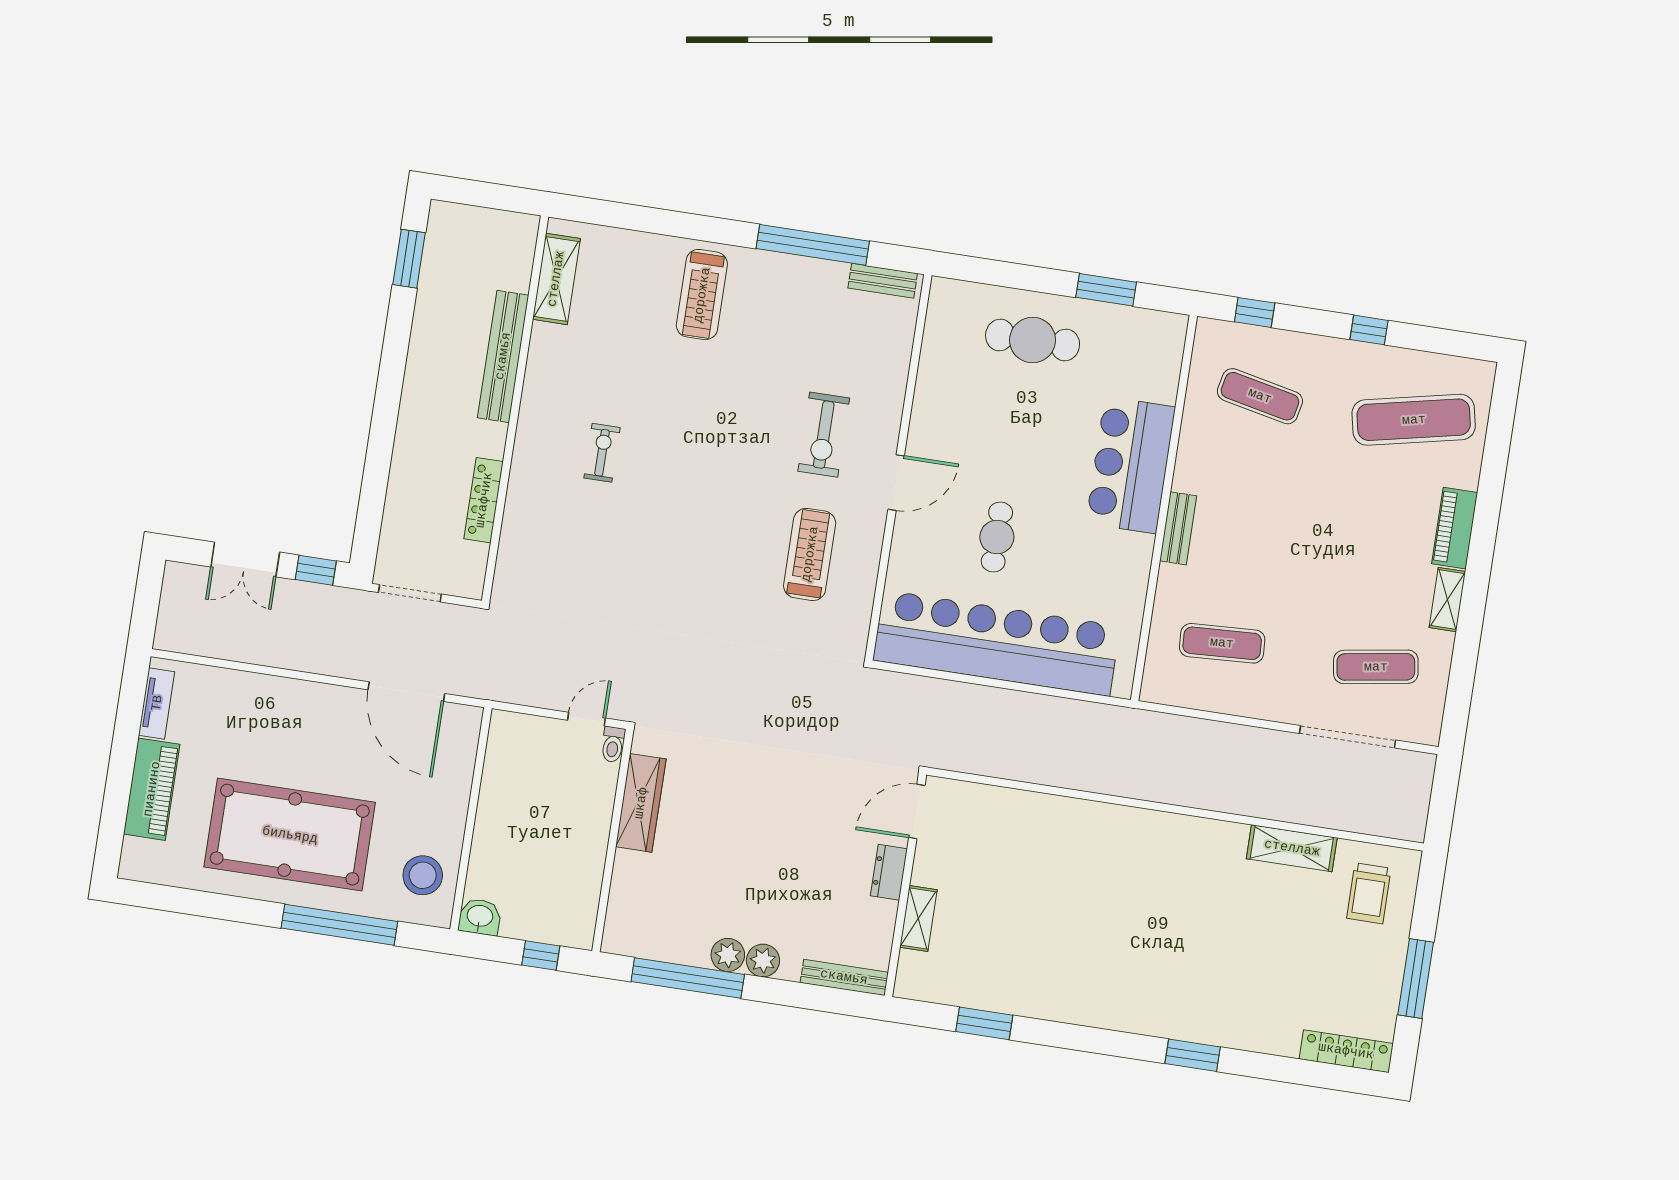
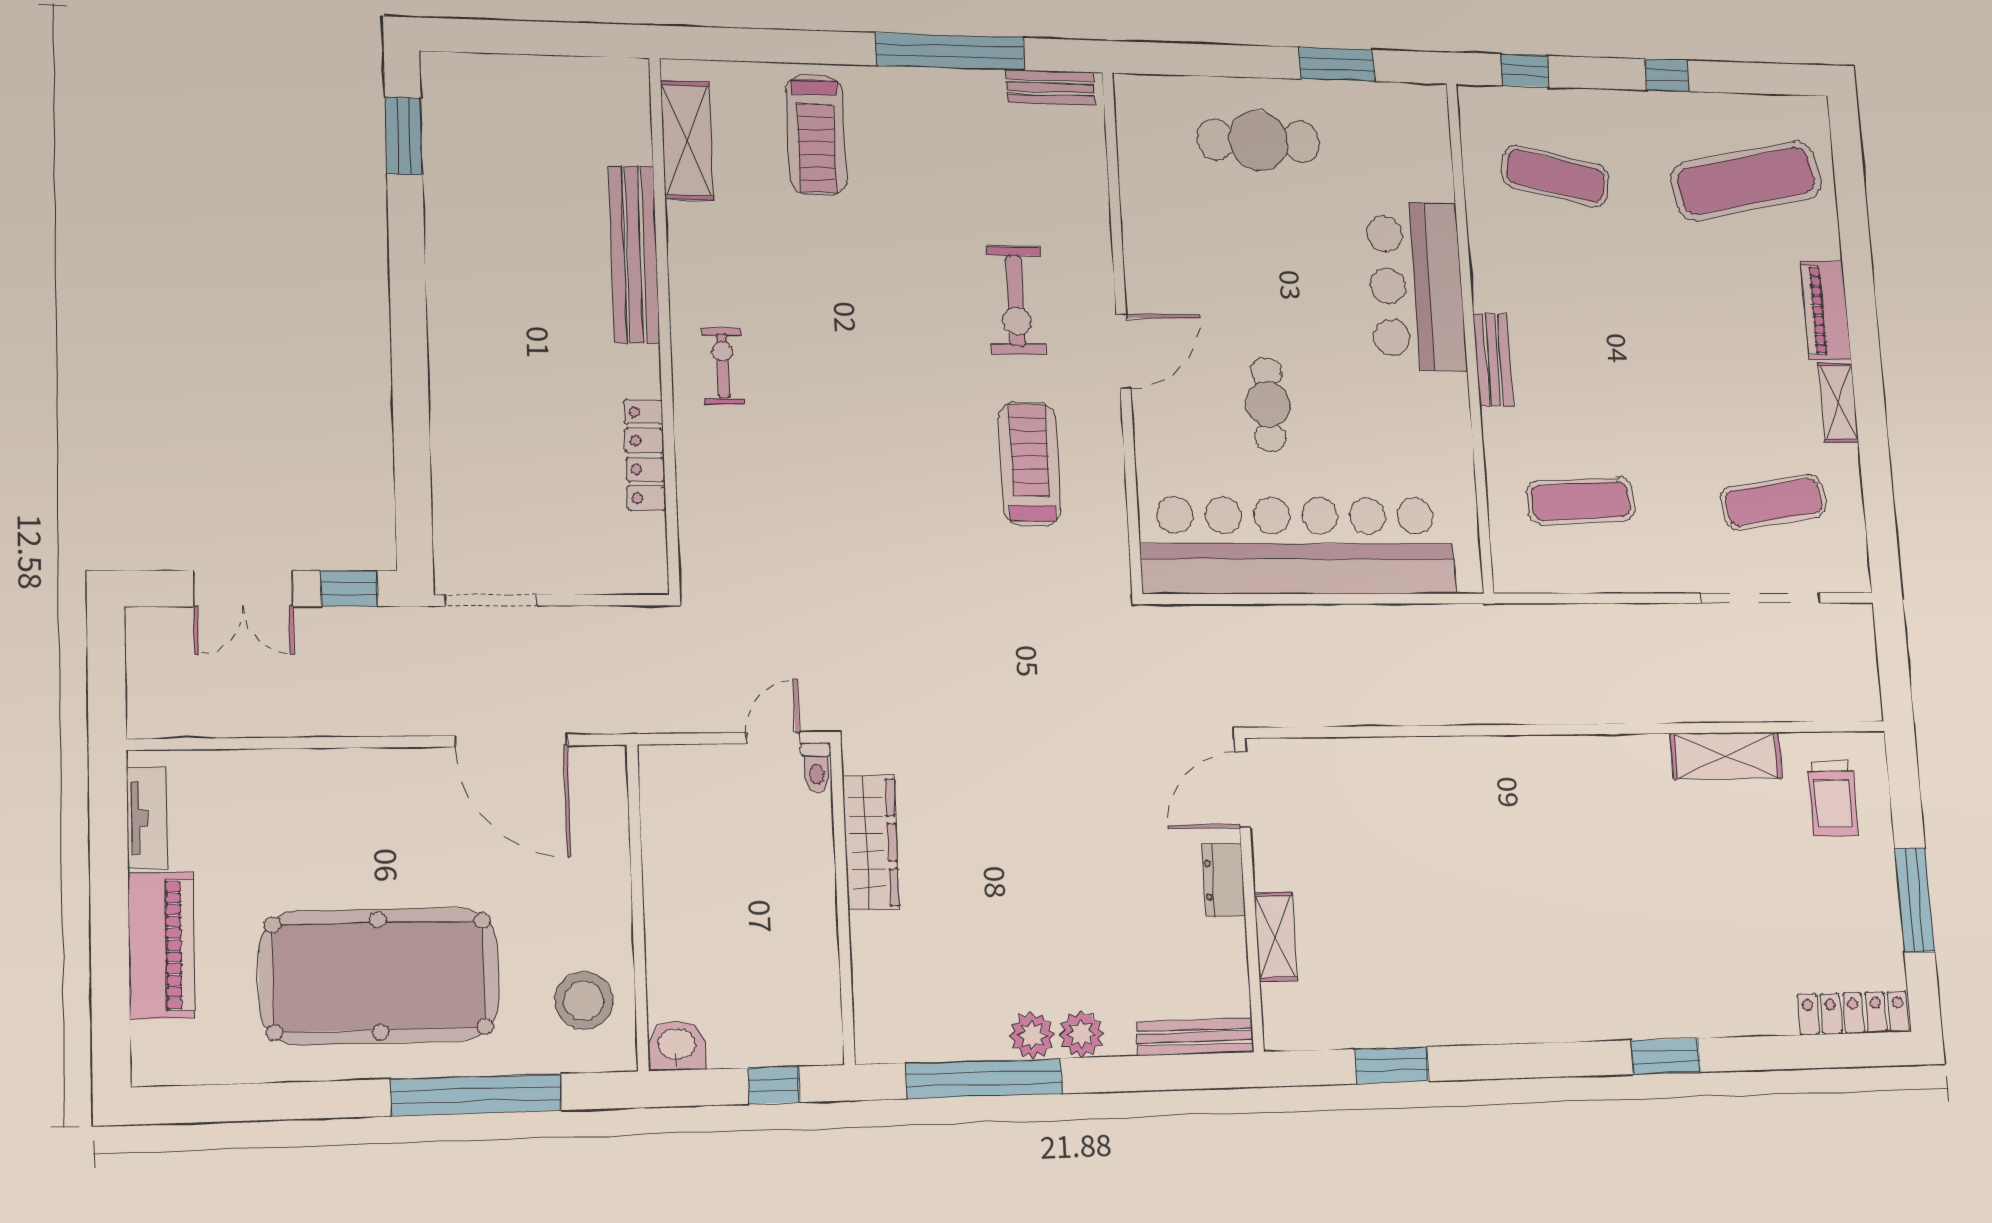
shelving: (556, 279) -> (687, 140), moved
bench: (503, 356) -> (634, 254), moved
wall: (515, 409) -> (664, 323), moved
locker: (484, 500) -> (645, 455), moved

